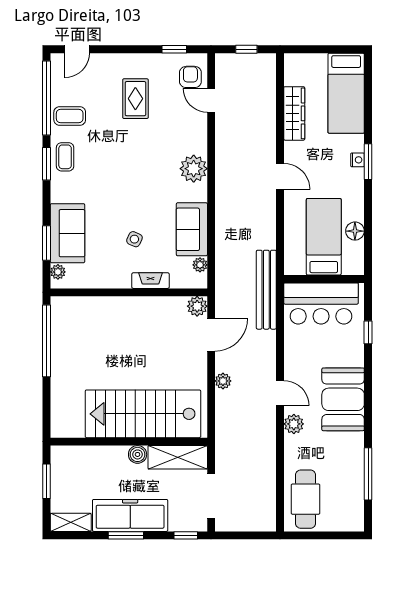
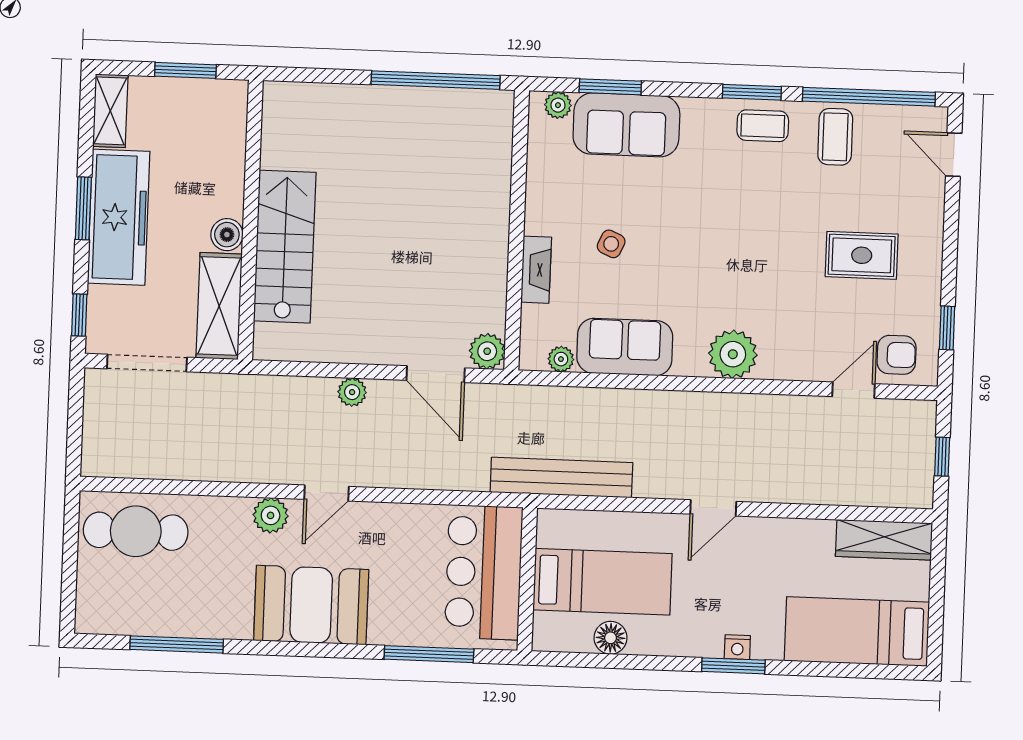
wardrobe: (294, 113) -> (884, 540), moved
bench: (266, 290) -> (561, 478), moved
window: (368, 332) -> (429, 654), width x2.17
stairs: (143, 414) -> (285, 247), width x0.73, depth x0.66

